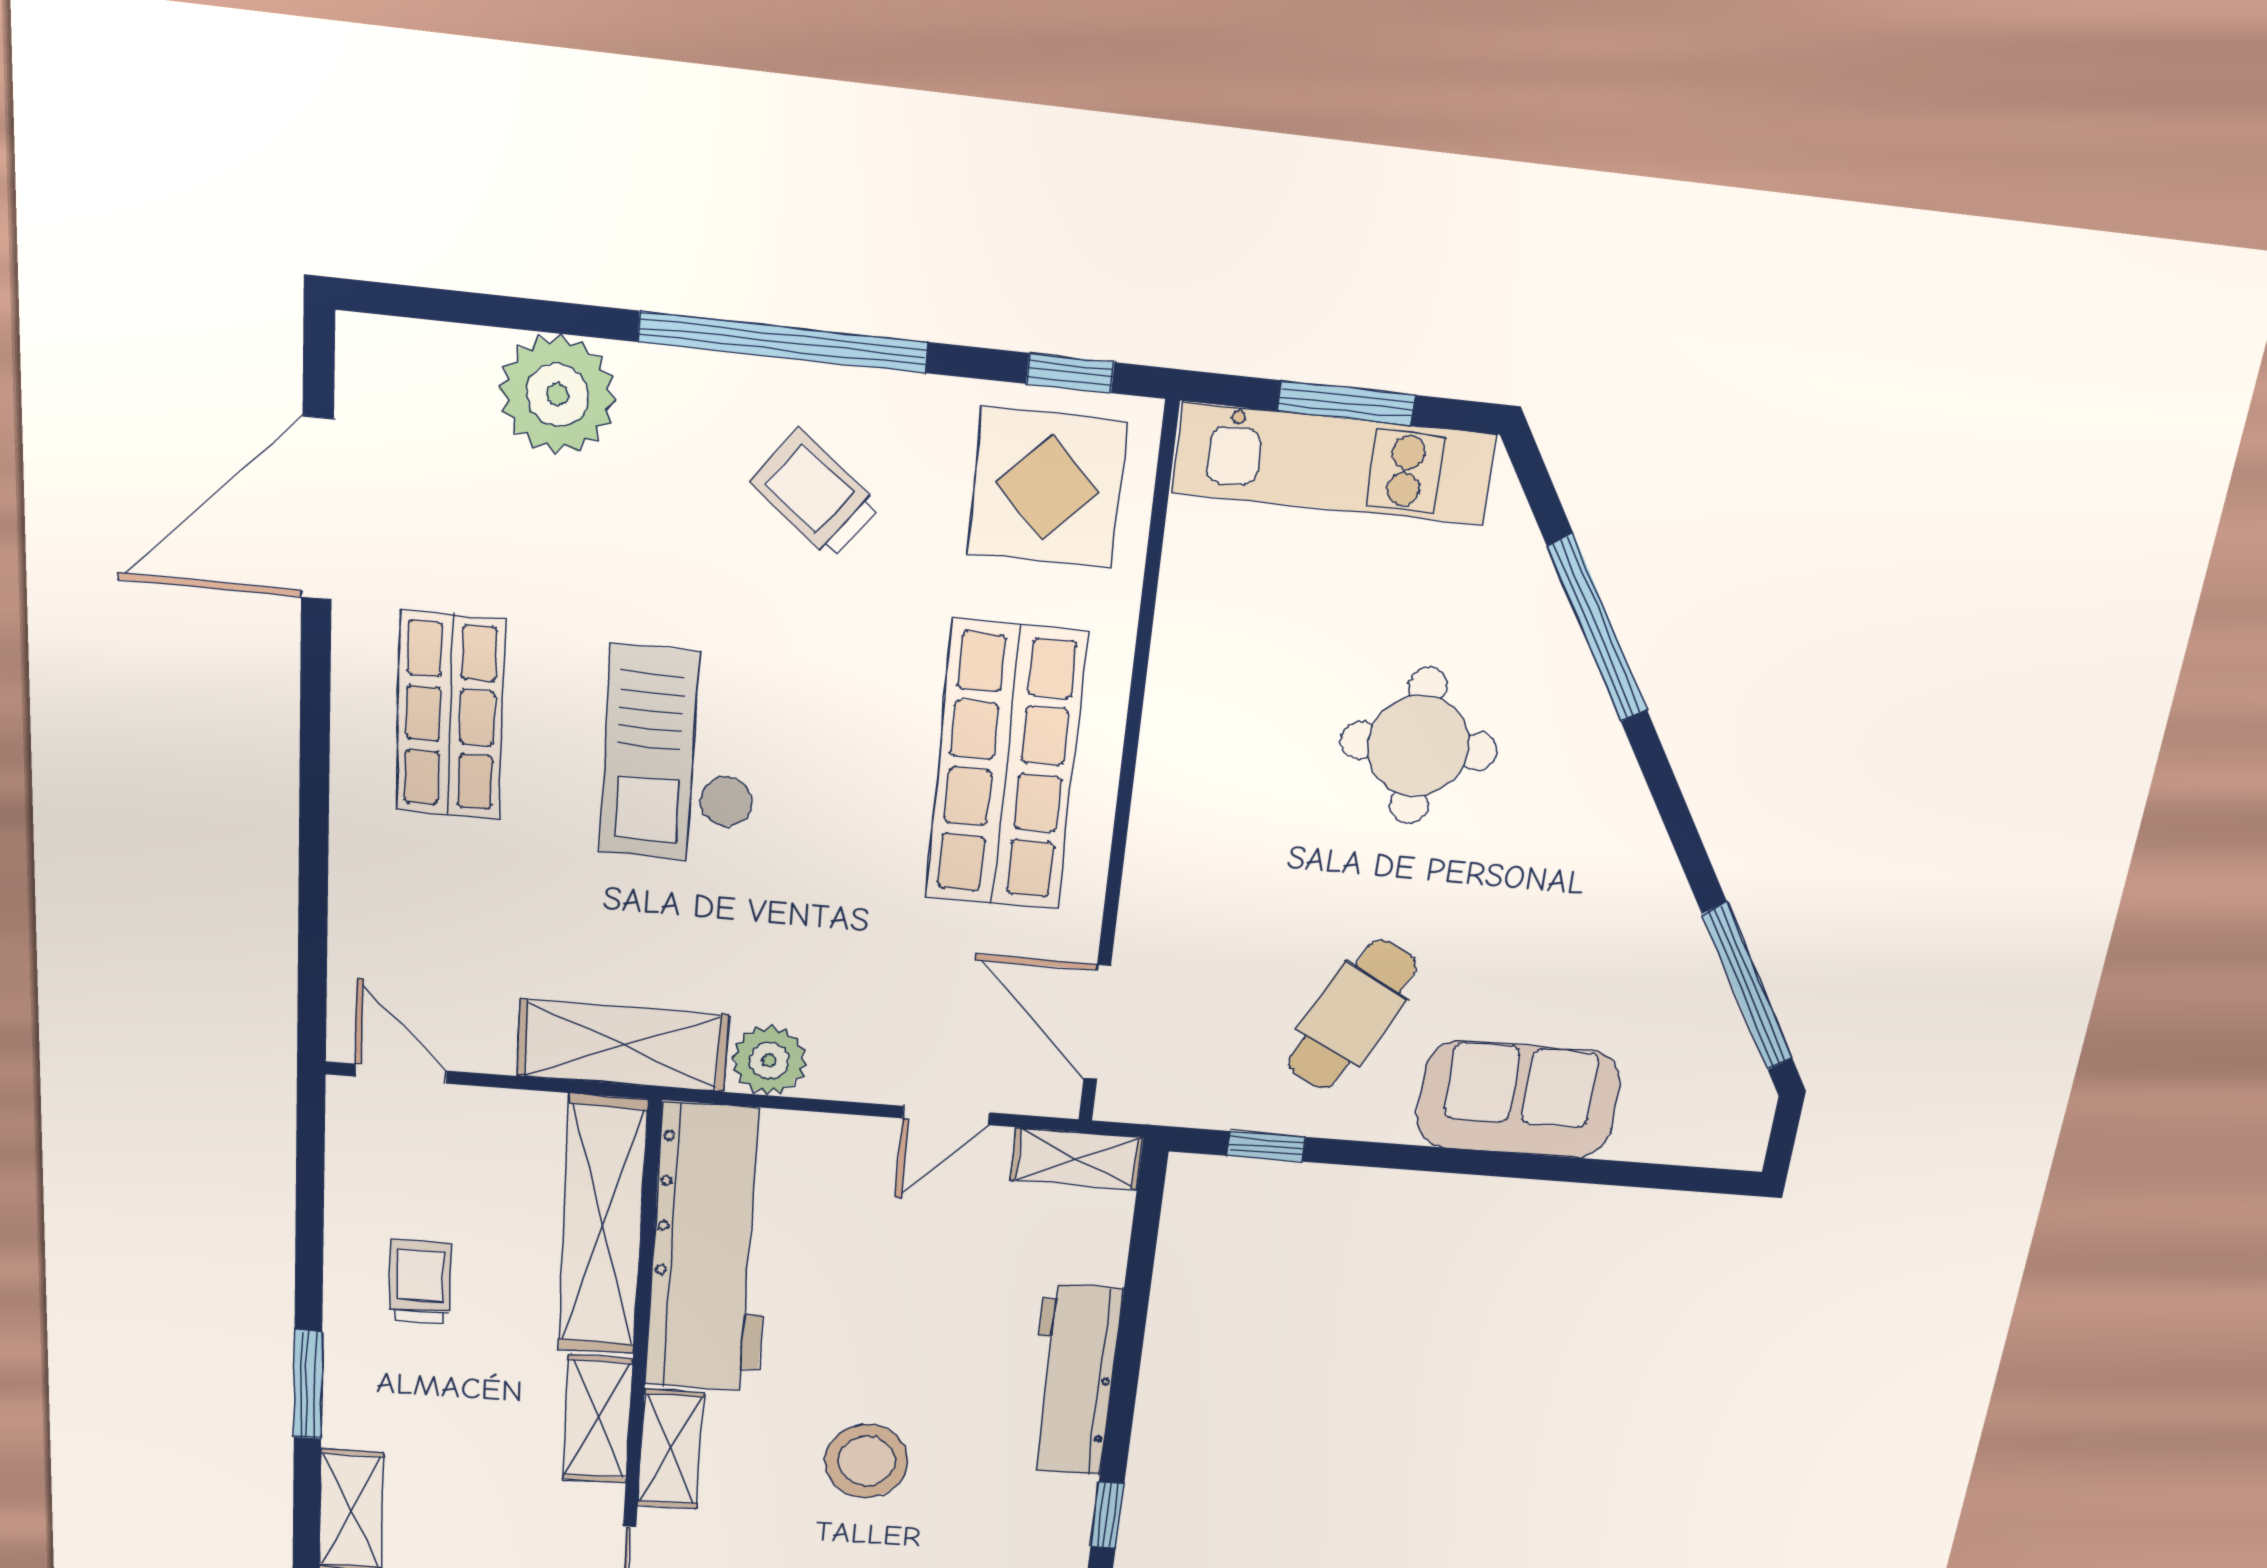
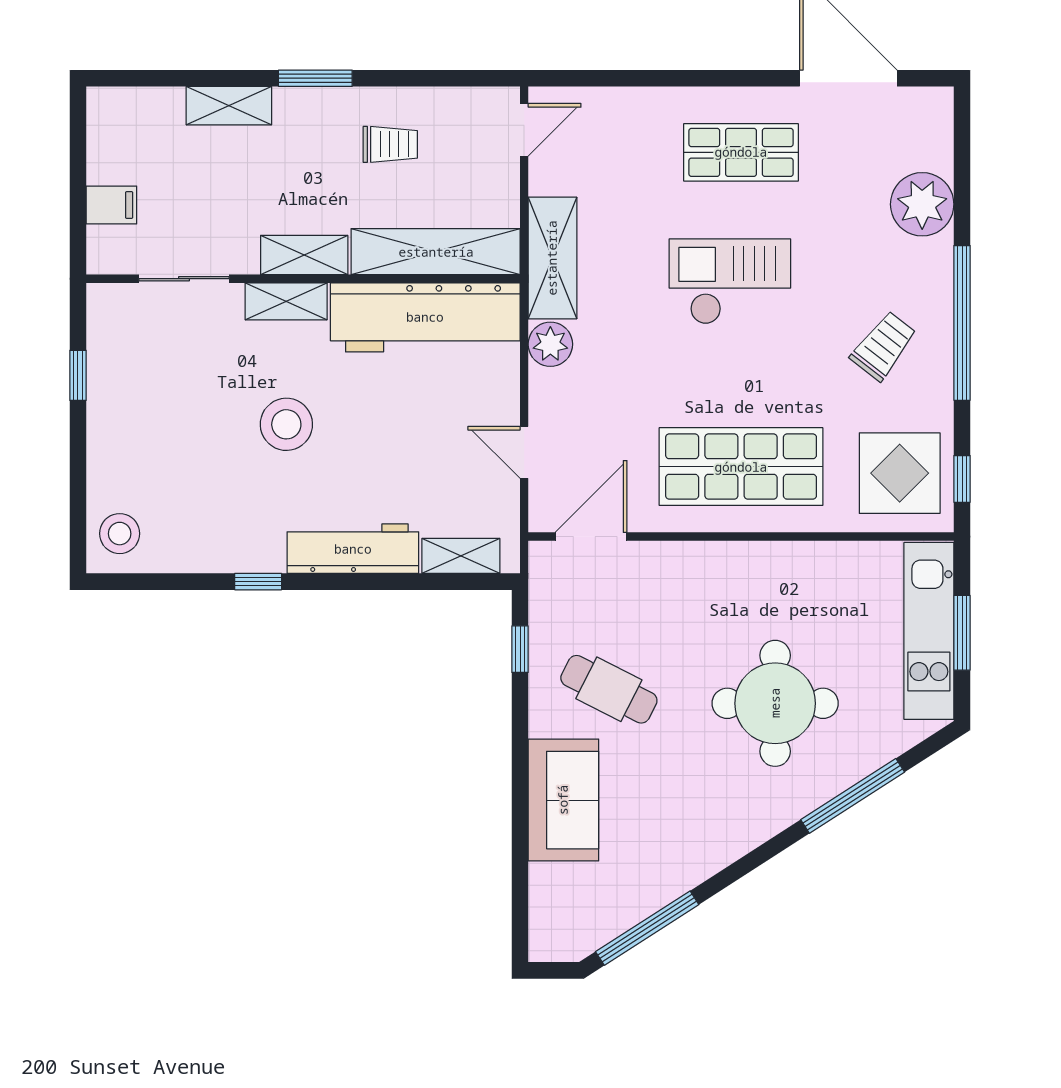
round table: (1418, 746) -> (775, 703), width x1.36, depth x1.36
shelving: (1077, 1159) -> (461, 556), moved, turned 90

